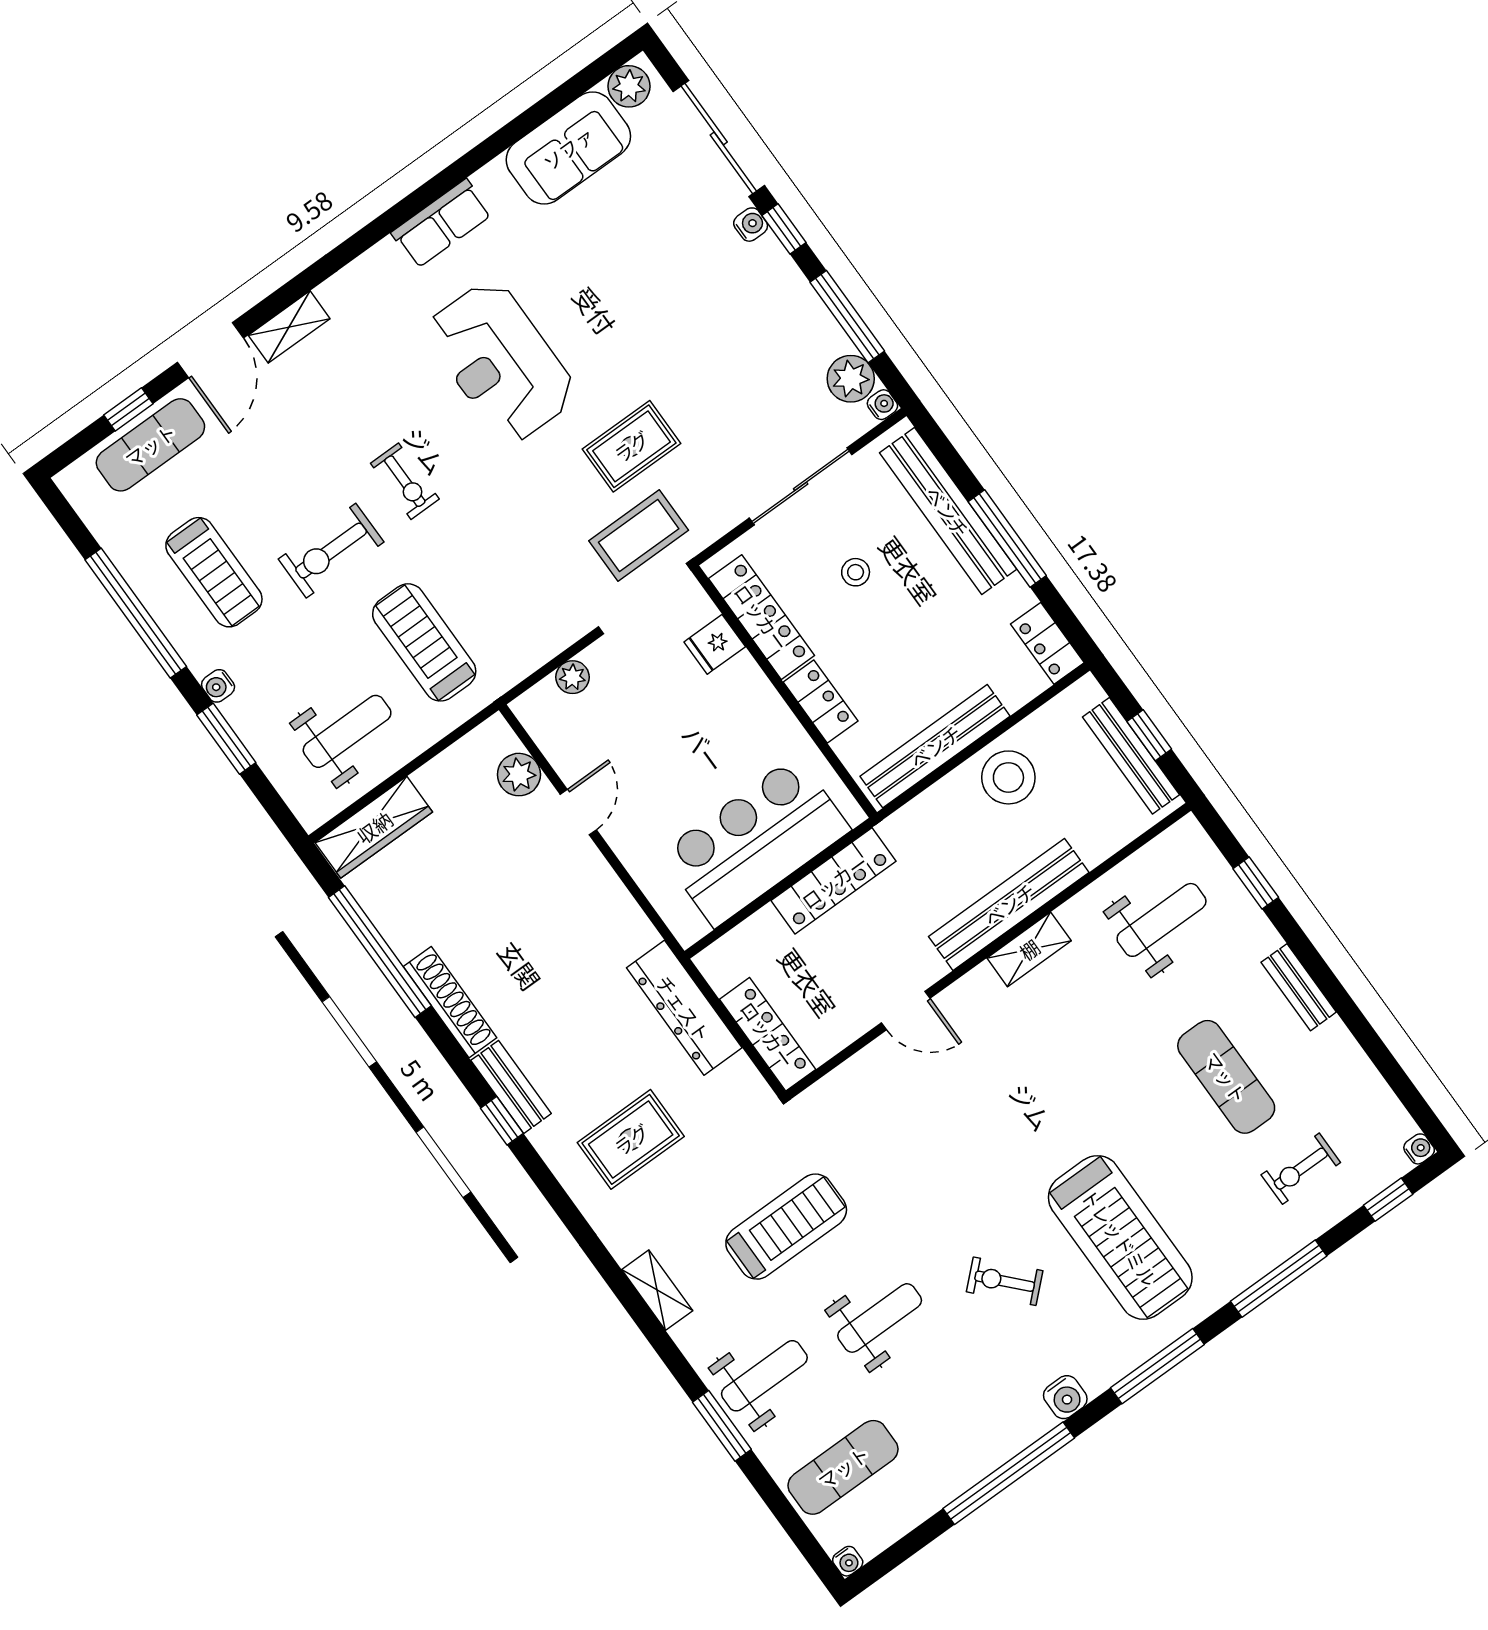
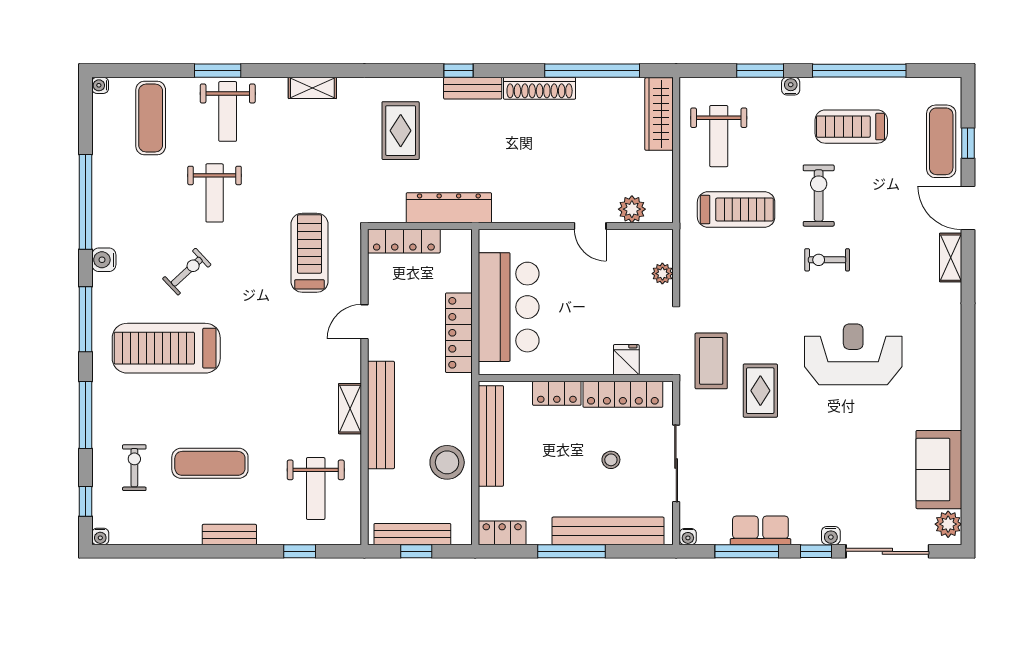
row of seats: (442, 224) -> (760, 530), moved, turned 90
plant: (851, 379) -> (713, 530), removed
treadmill: (786, 1227) -> (309, 253), moved, turned 180

